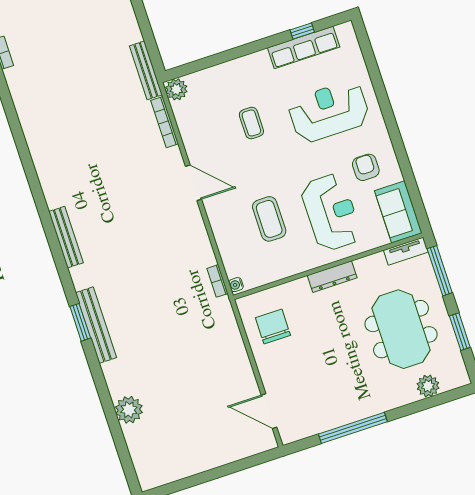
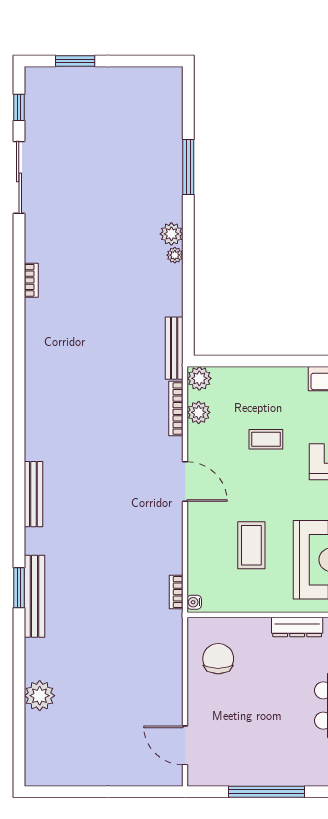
plant: (185, 119) -> (199, 412), added
coffee table: (251, 123) -> (266, 439), turned 90

